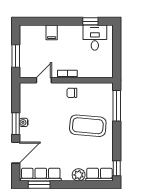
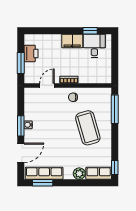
filing cabinet: (52, 32) -> (72, 41), moved, width x2.00
printer: (27, 46) -> (31, 53), added
coffee table: (88, 126) -> (88, 128), turned 69

